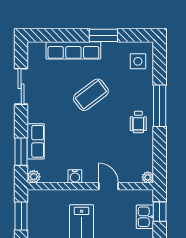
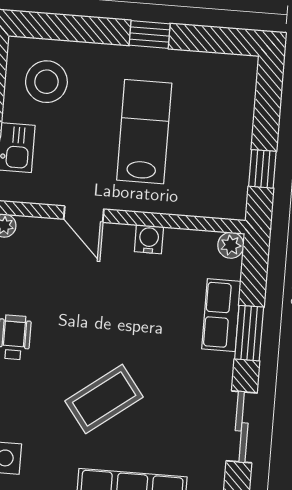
window: (21, 152) -> (249, 333), moved
window: (21, 216) -> (262, 169), width x0.67

